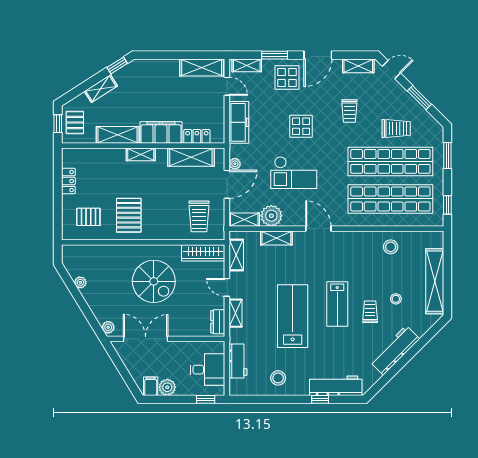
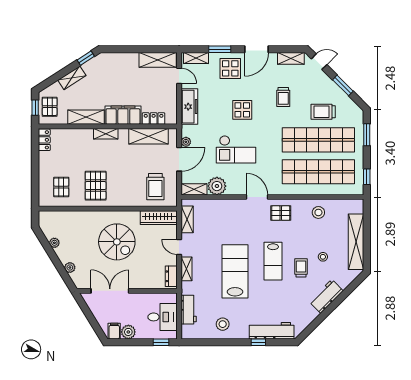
trolley: (396, 128) -> (323, 112), turned 180
locker: (68, 181) -> (44, 140), moved
pallet: (88, 217) -> (61, 187), turned 90
shelving: (276, 238) -> (221, 205), removed
pallet: (346, 247) -> (281, 213), added
plant: (108, 327) -> (70, 267), moved
workbench: (395, 350) -> (326, 296), width x0.73

